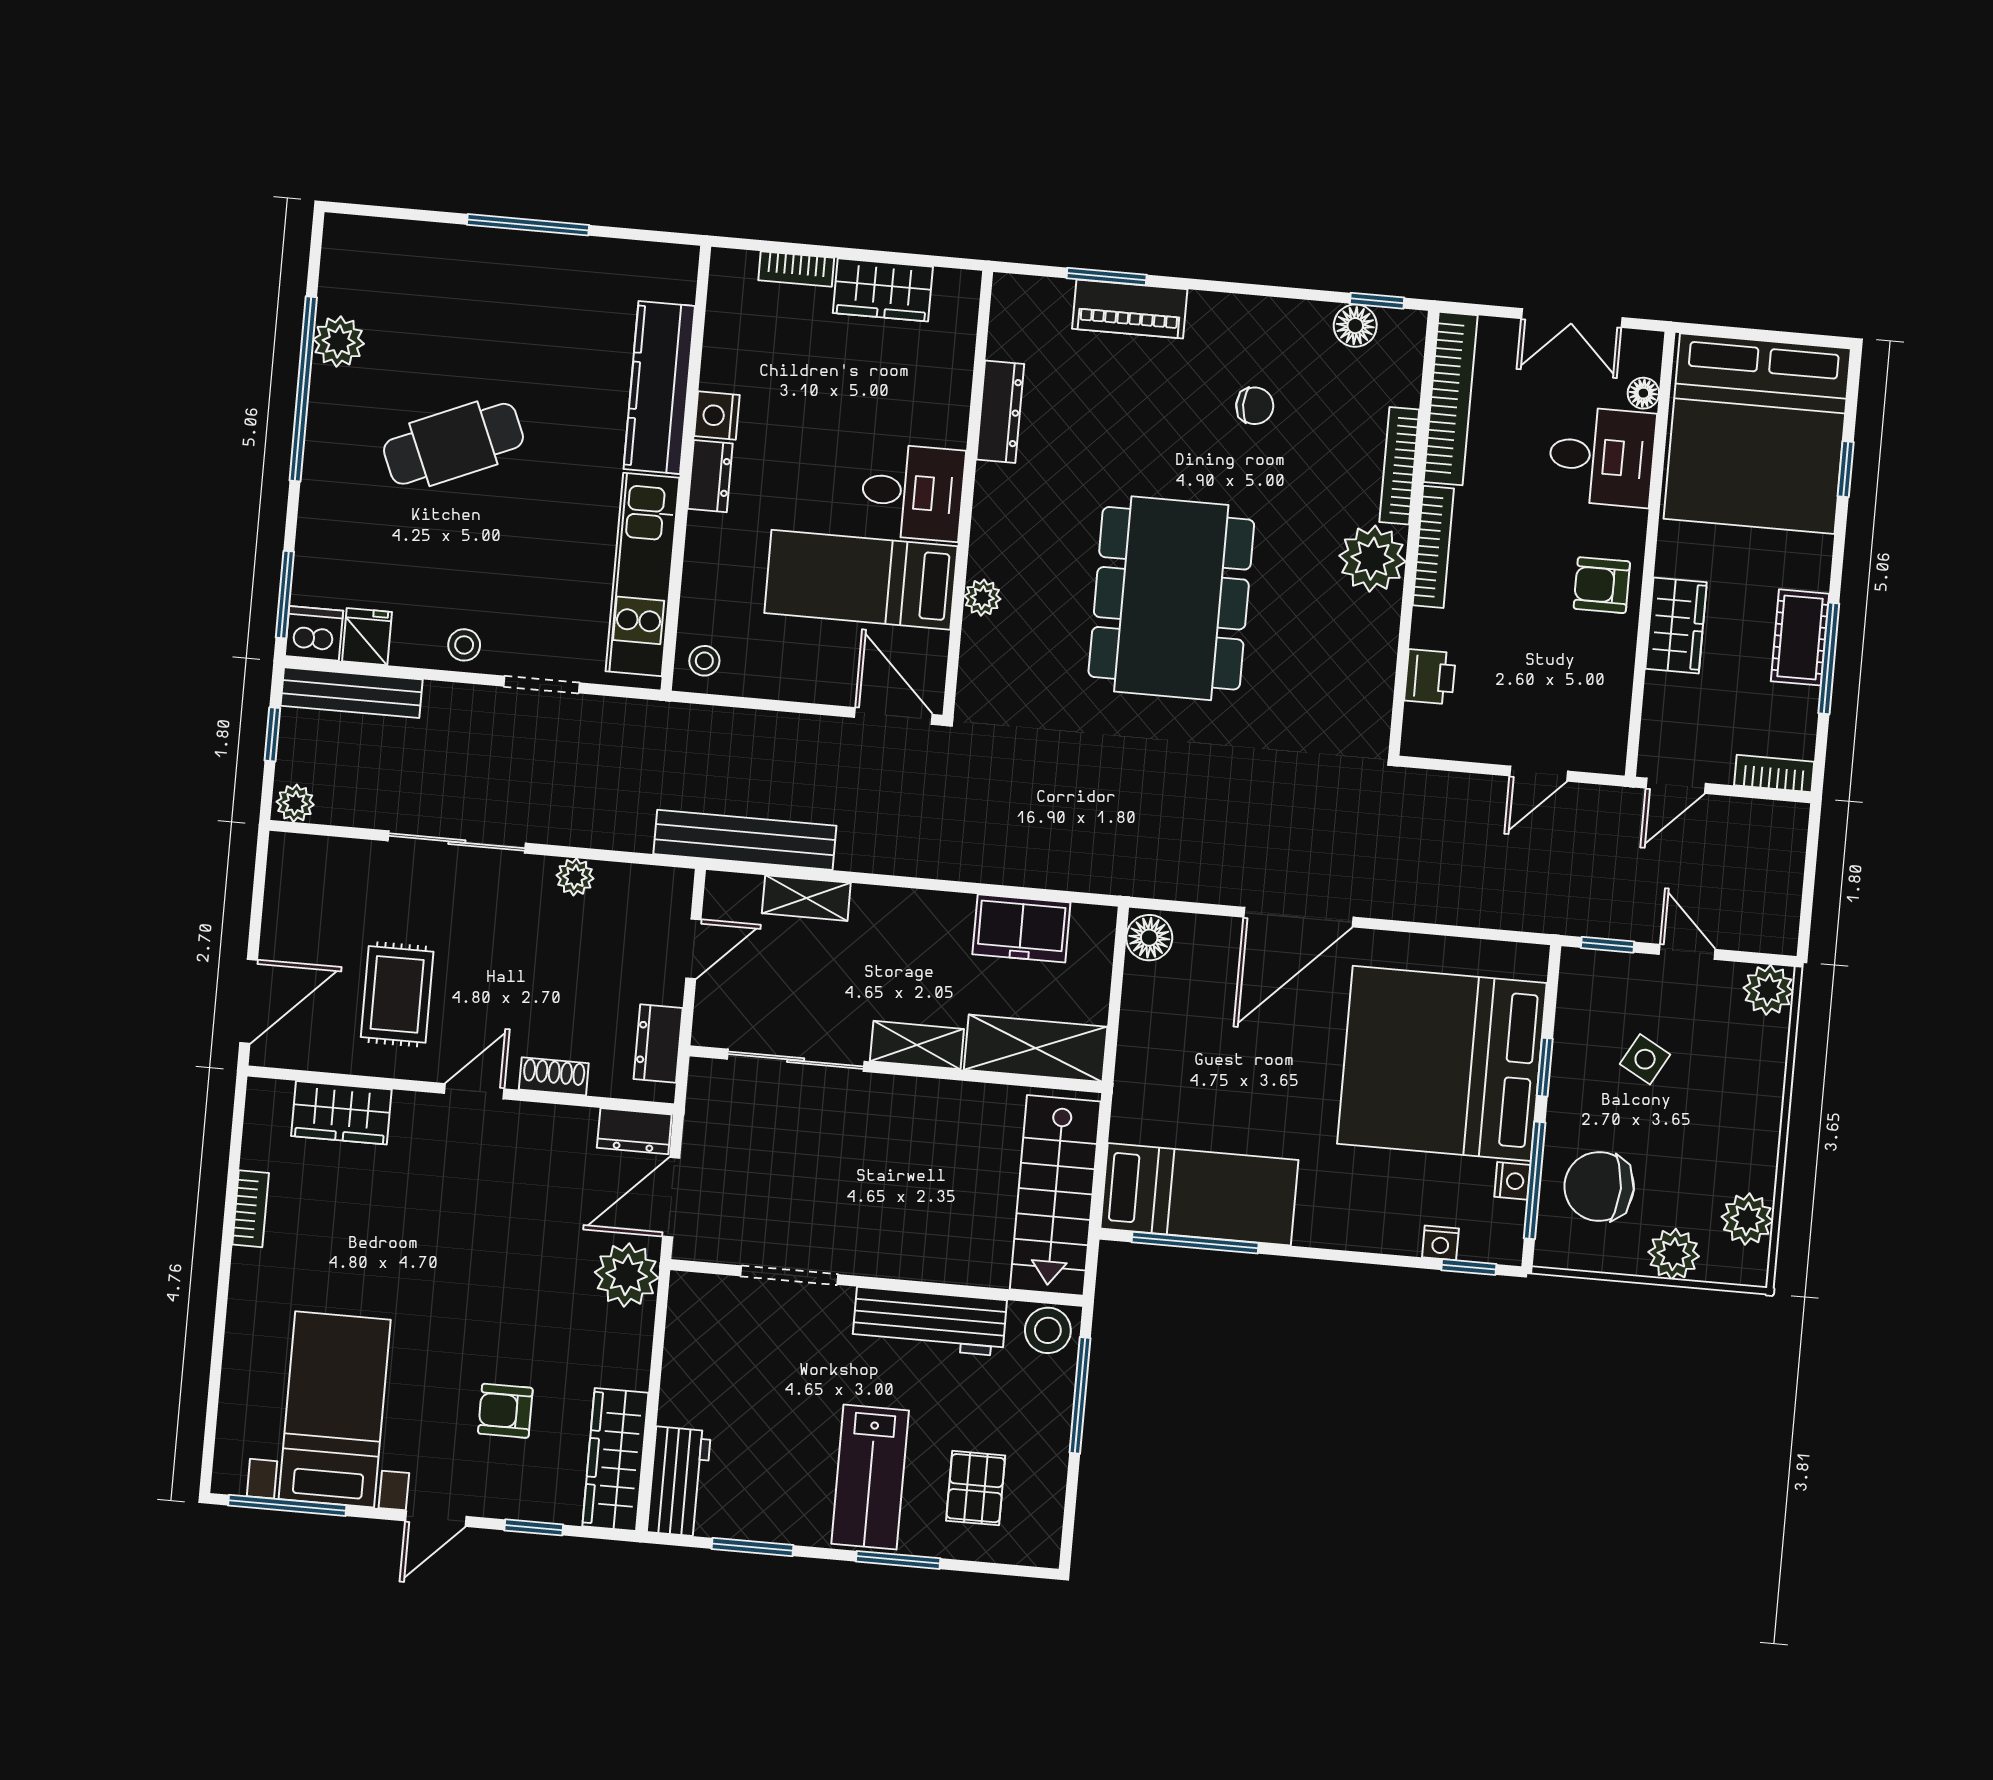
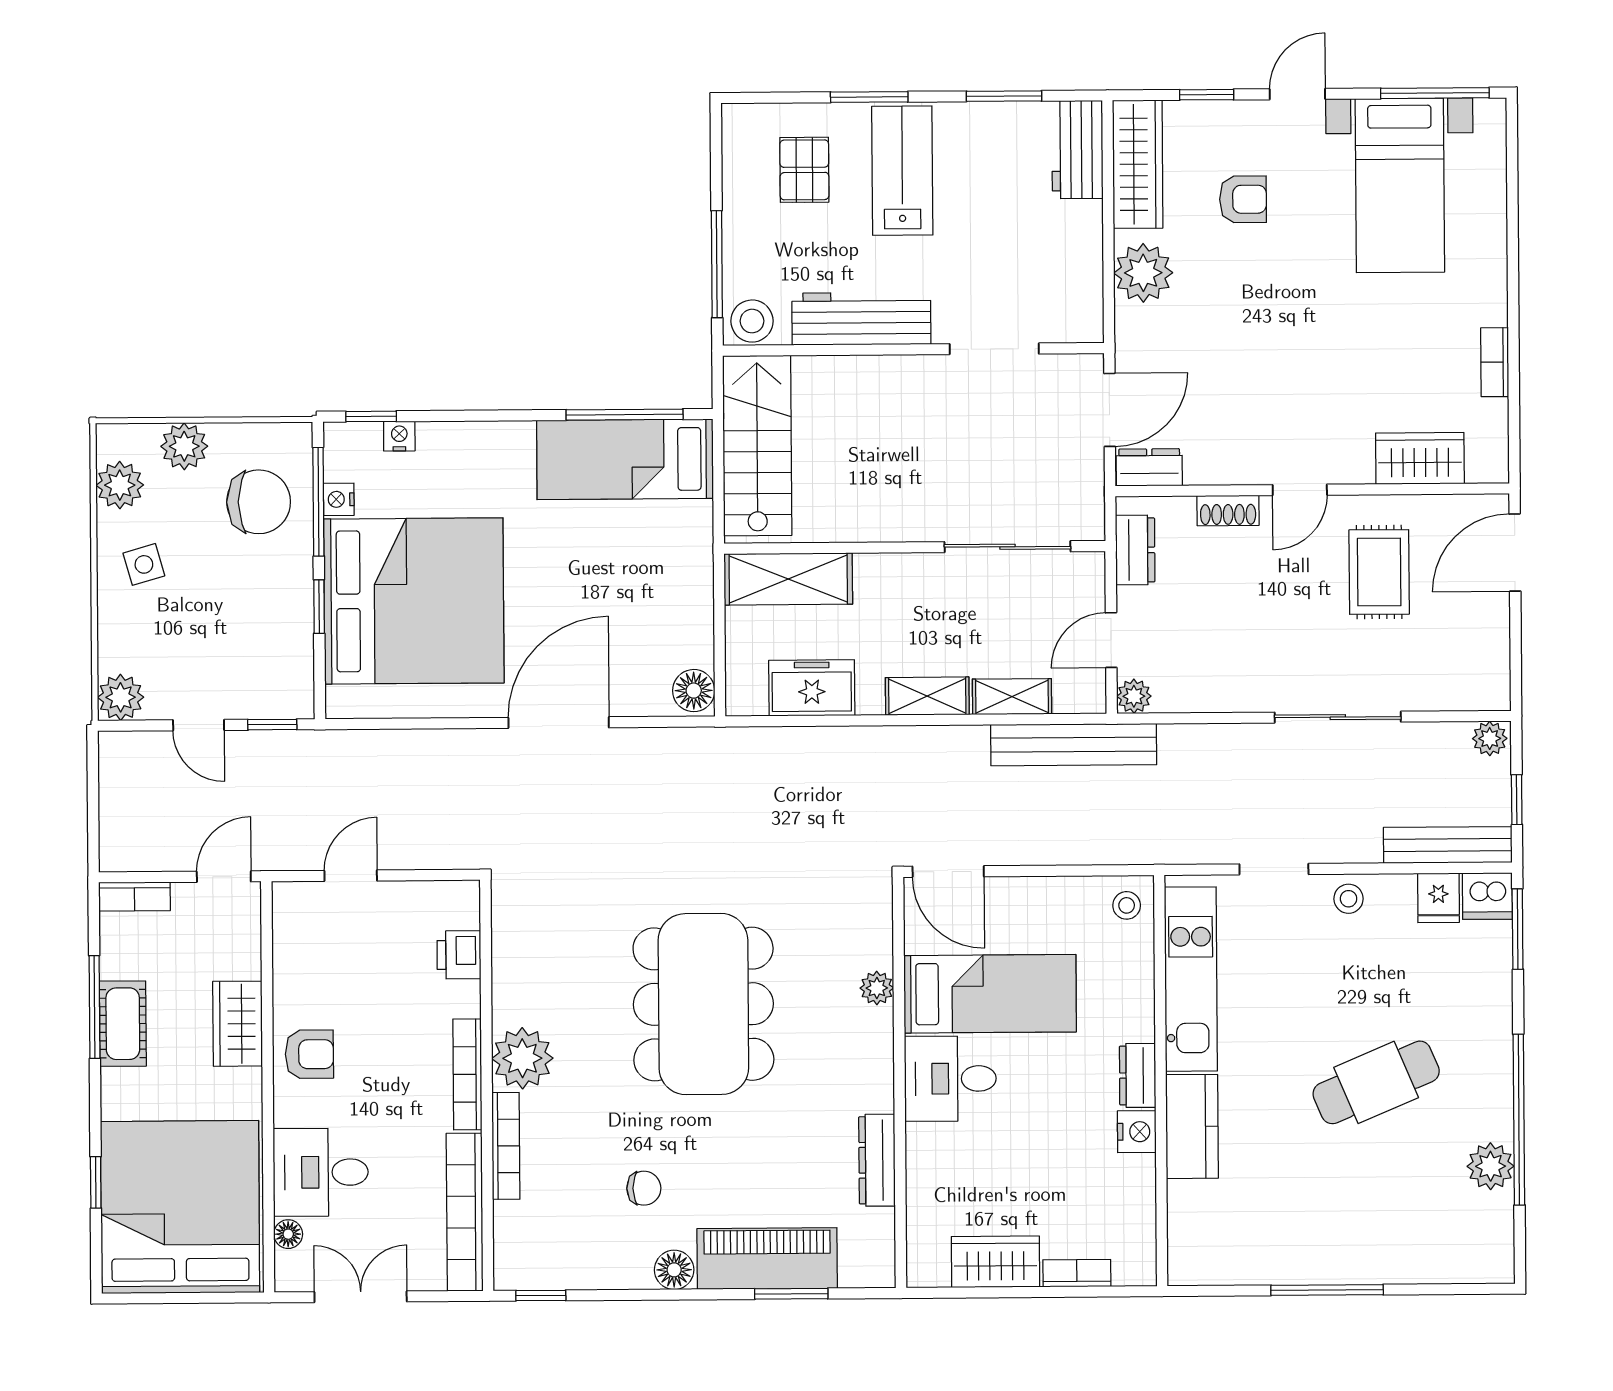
piano: (1130, 309) -> (767, 1258), width x1.37, depth x1.33
floor lamp: (1355, 326) -> (674, 1270), moved
kitchen counter: (659, 387) -> (1192, 1126), width x0.67
chair: (1255, 406) -> (644, 1188), turned 180
plant: (575, 877) -> (1134, 696), moved
shelving: (917, 1045) -> (927, 696), moved
side table: (1645, 1059) -> (144, 564), moved, turned 45
plant: (627, 1275) -> (1143, 273), moved

